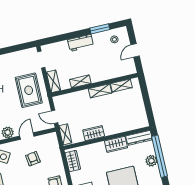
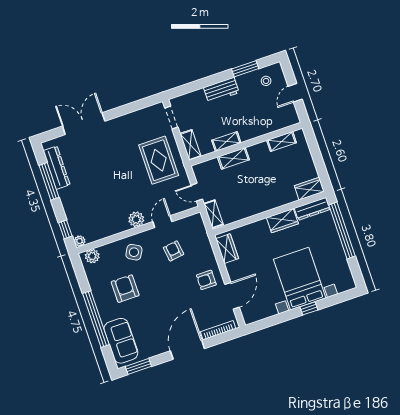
shelving: (100, 91) -> (233, 158), moved
wardrobe: (94, 133) -> (309, 189), moved
plant: (151, 161) -> (332, 238), removed

